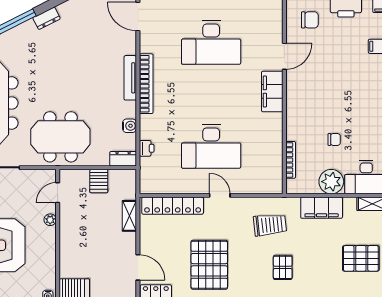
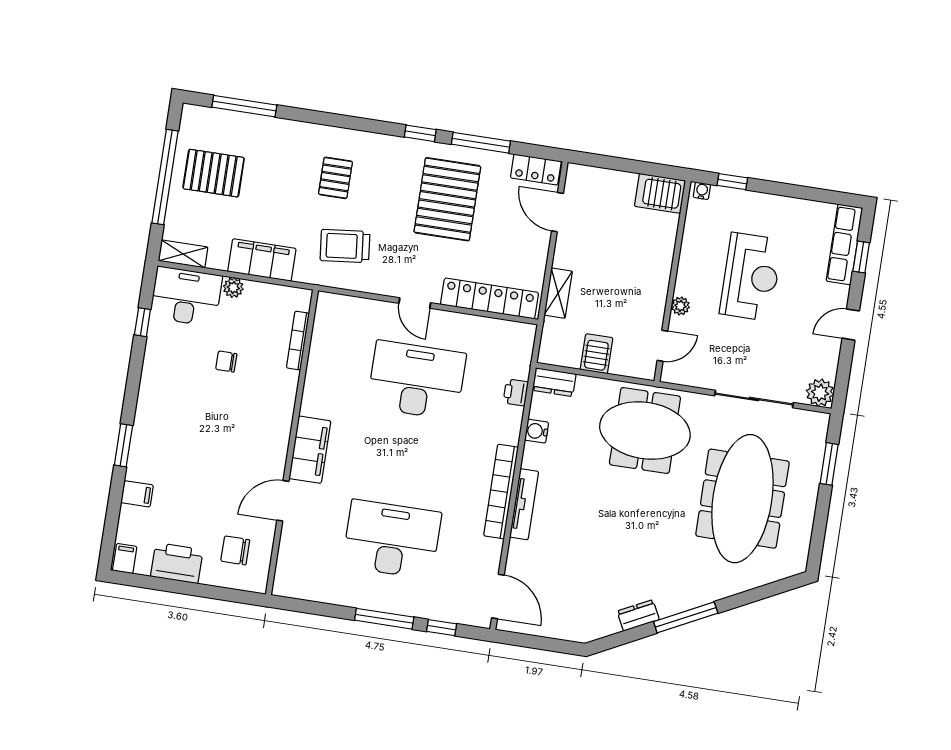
plant: (331, 182) -> (233, 288), width x0.53, depth x0.53

